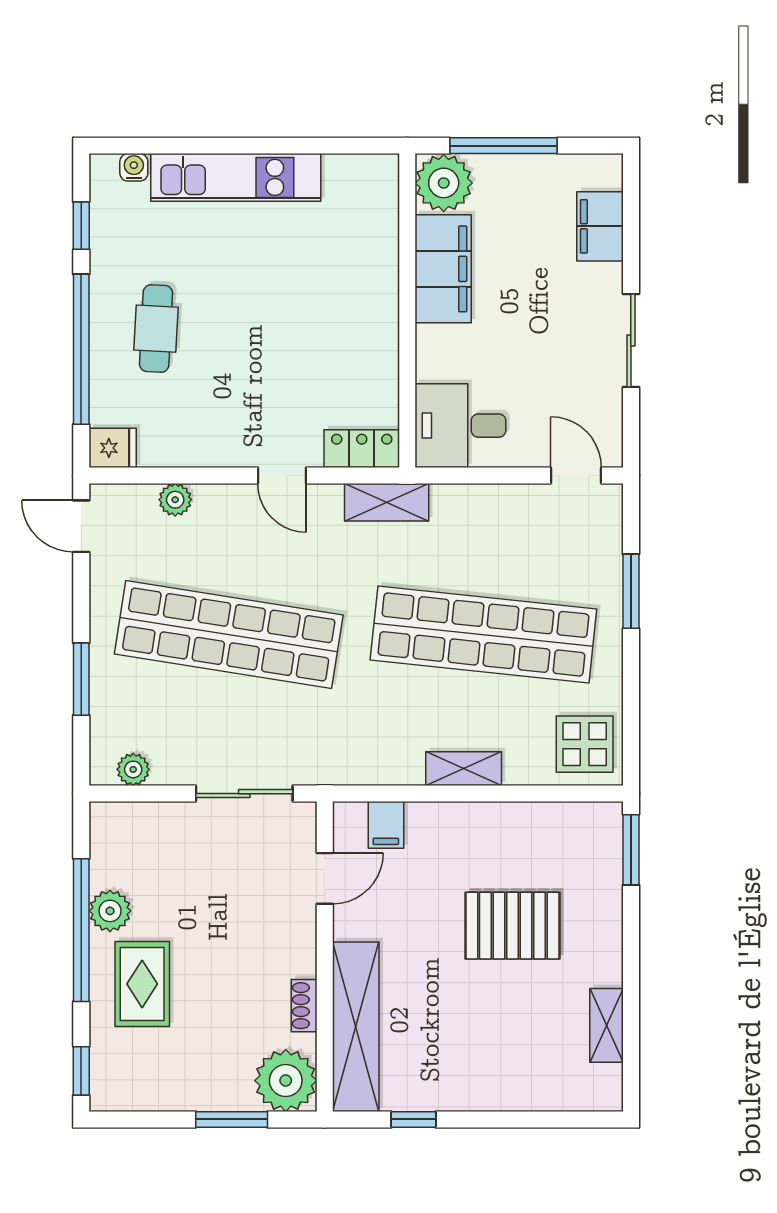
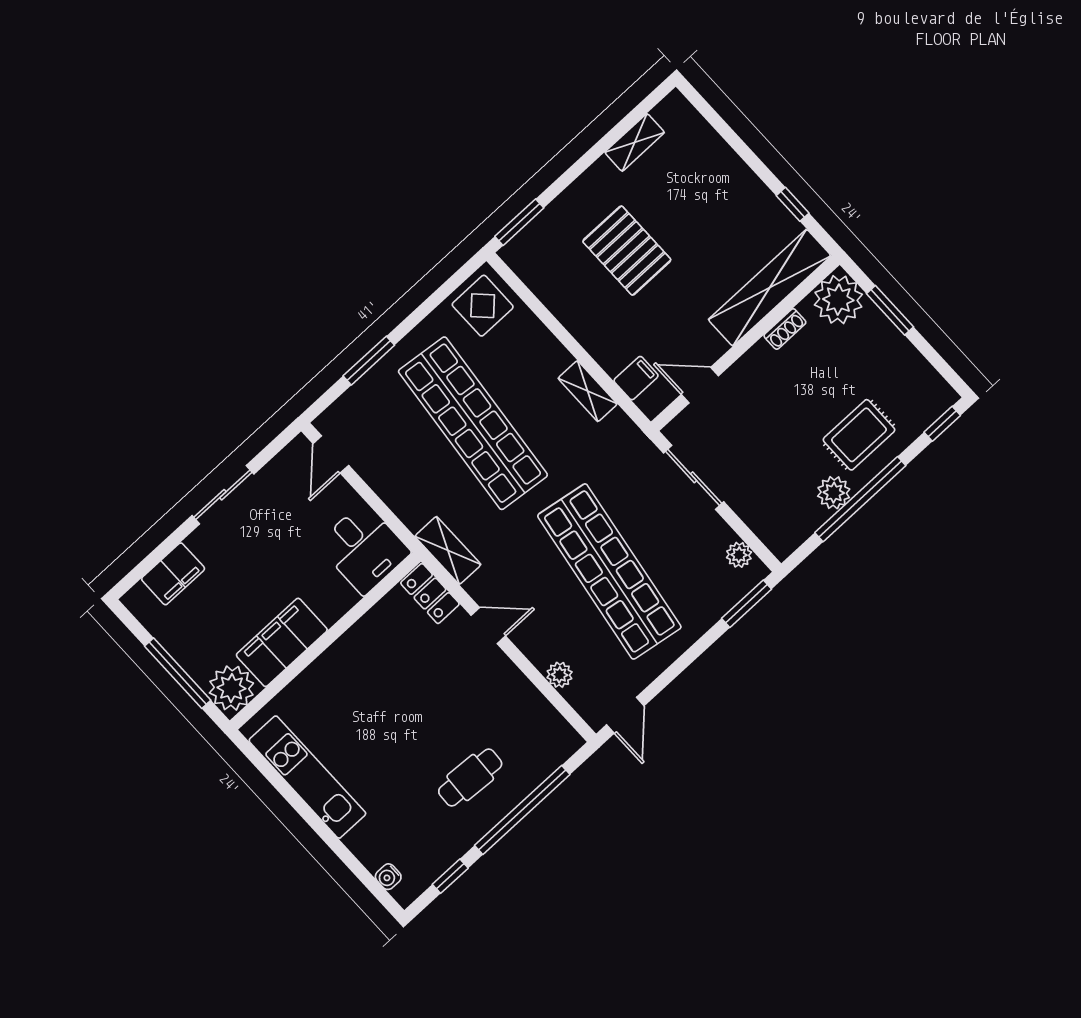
kitchen unit: (236, 177) -> (307, 777), moved
fridge: (113, 448) -> (563, 739), removed
door: (282, 475) -> (488, 626), hinge flipped
window: (81, 679) -> (747, 604), moved
shelving: (464, 769) -> (588, 391), moved

